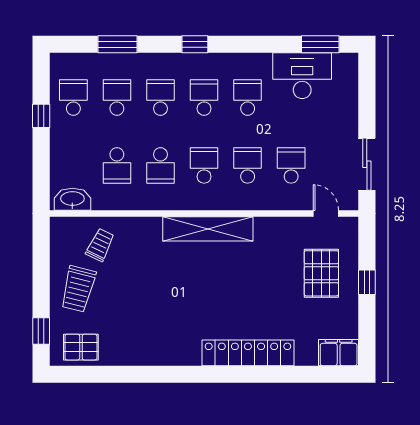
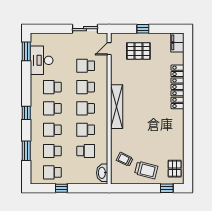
school desk: (160, 165) -> (86, 130), turned 180

